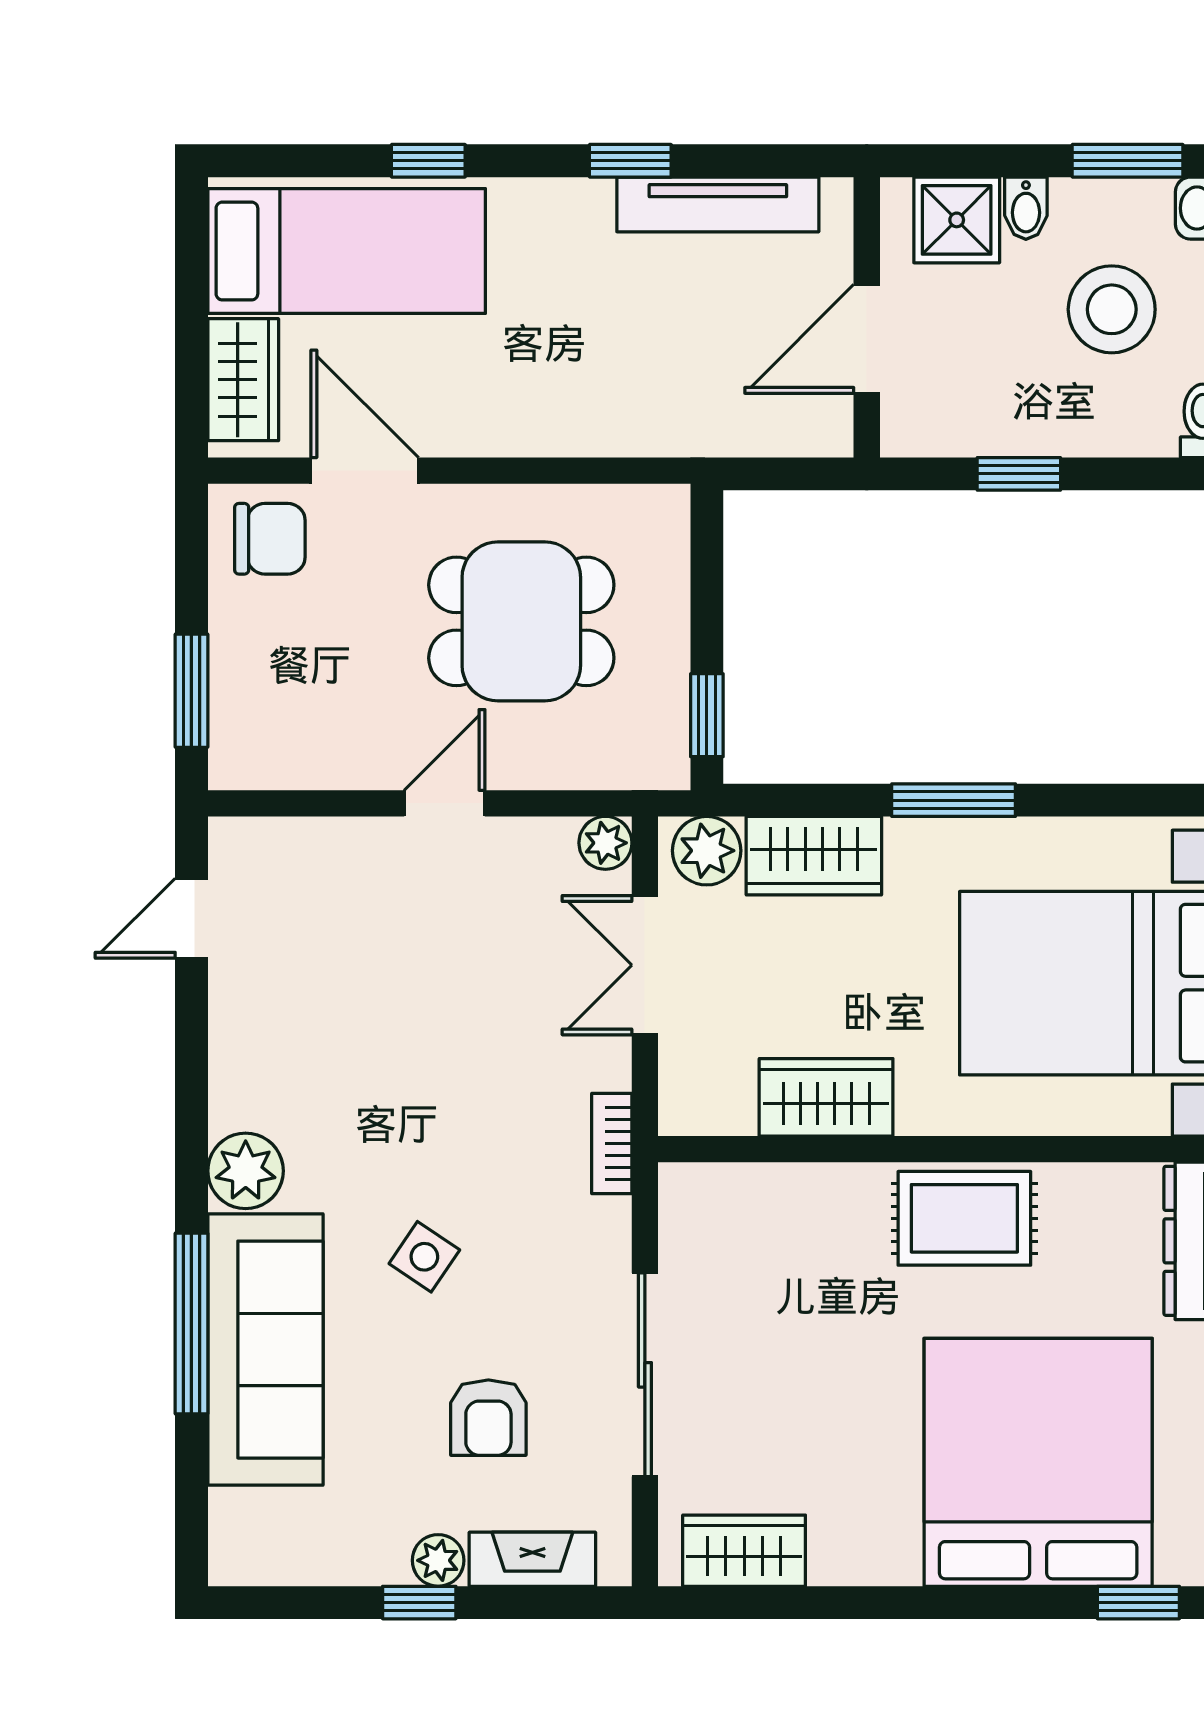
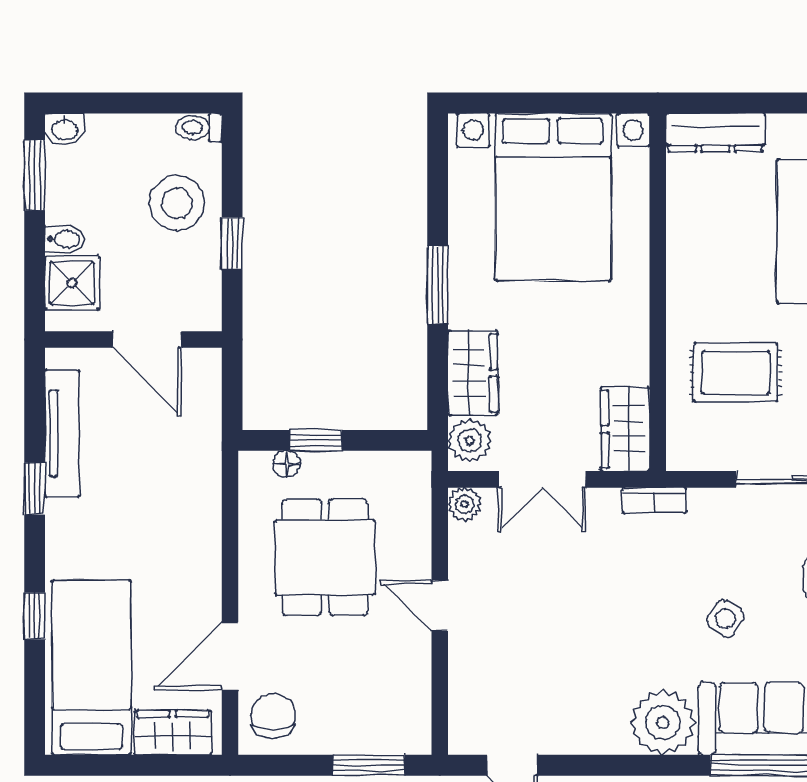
stool: (1112, 309) -> (177, 203), moved
floor lamp: (669, 560) -> (287, 464), added
window: (707, 715) -> (315, 440), moved
wardrobe: (826, 1097) -> (625, 429), moved
plant: (246, 1171) -> (663, 722), width x1.36, depth x1.36
rug: (964, 1218) -> (736, 372), moved, turned 90

